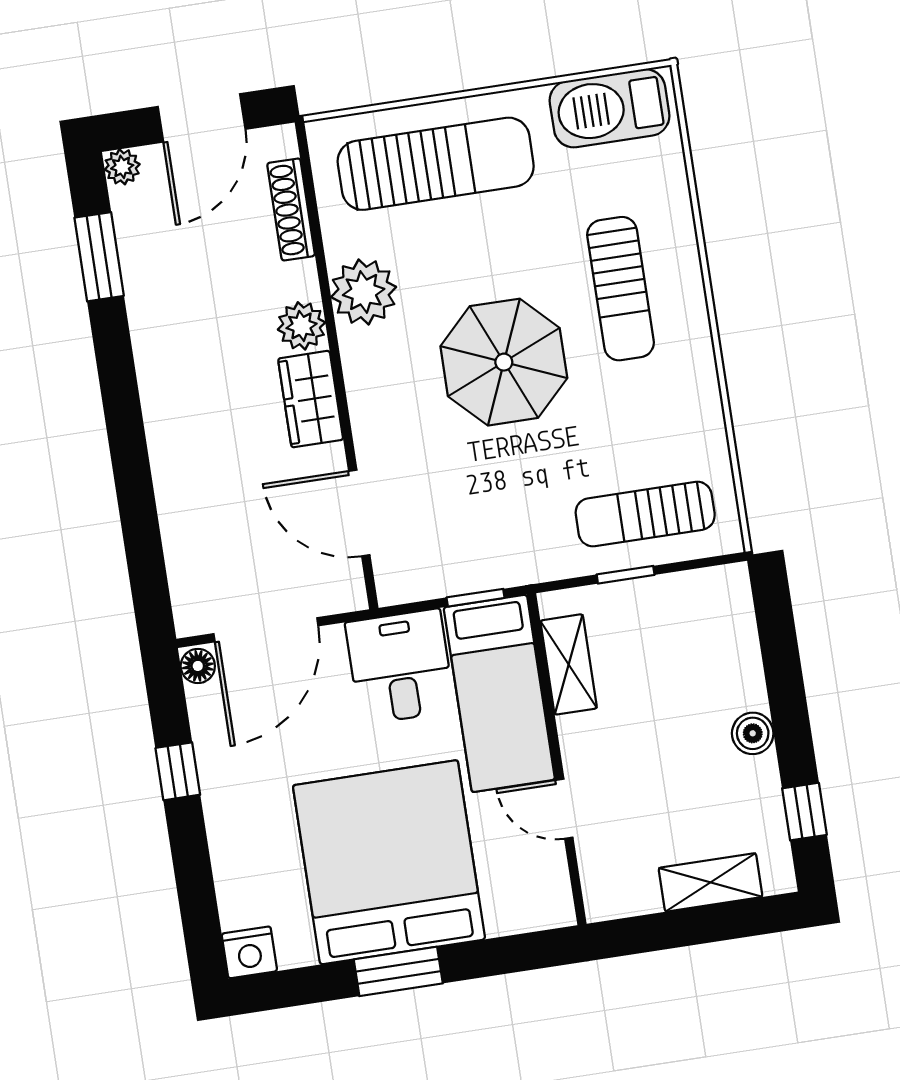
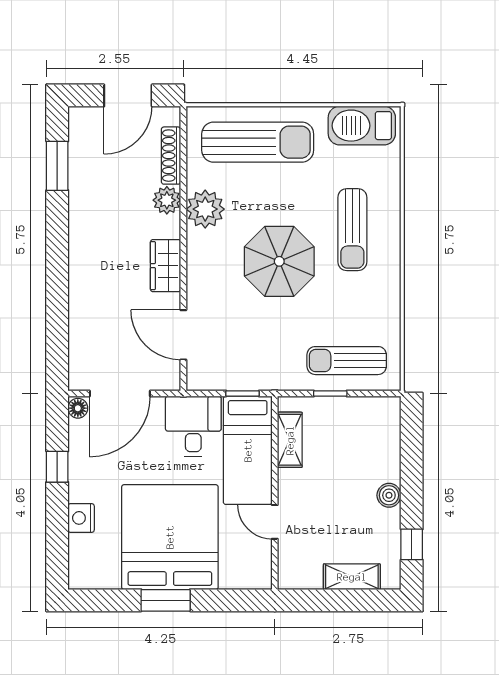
plant: (122, 167) -> (78, 116), removed
plant: (302, 326) -> (167, 200), moved
nightstand: (249, 952) -> (81, 518), moved, turned 90

